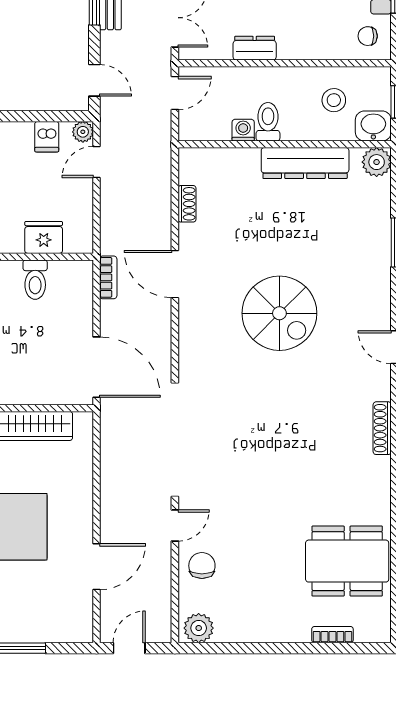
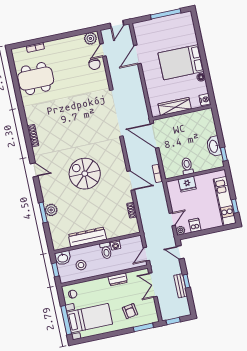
plant: (377, 162) -> (51, 210), moved
door: (175, 525) -> (103, 50), moved

